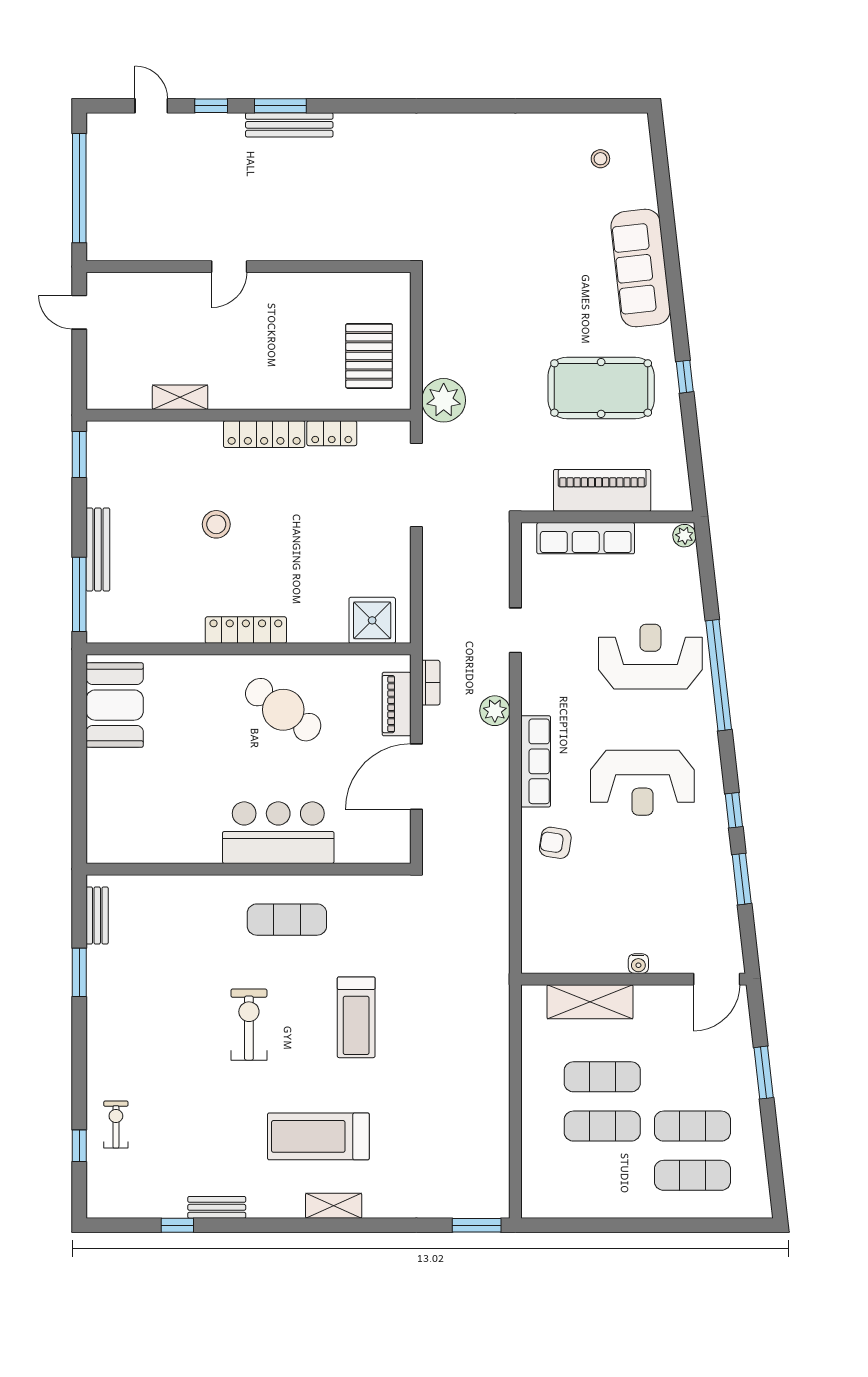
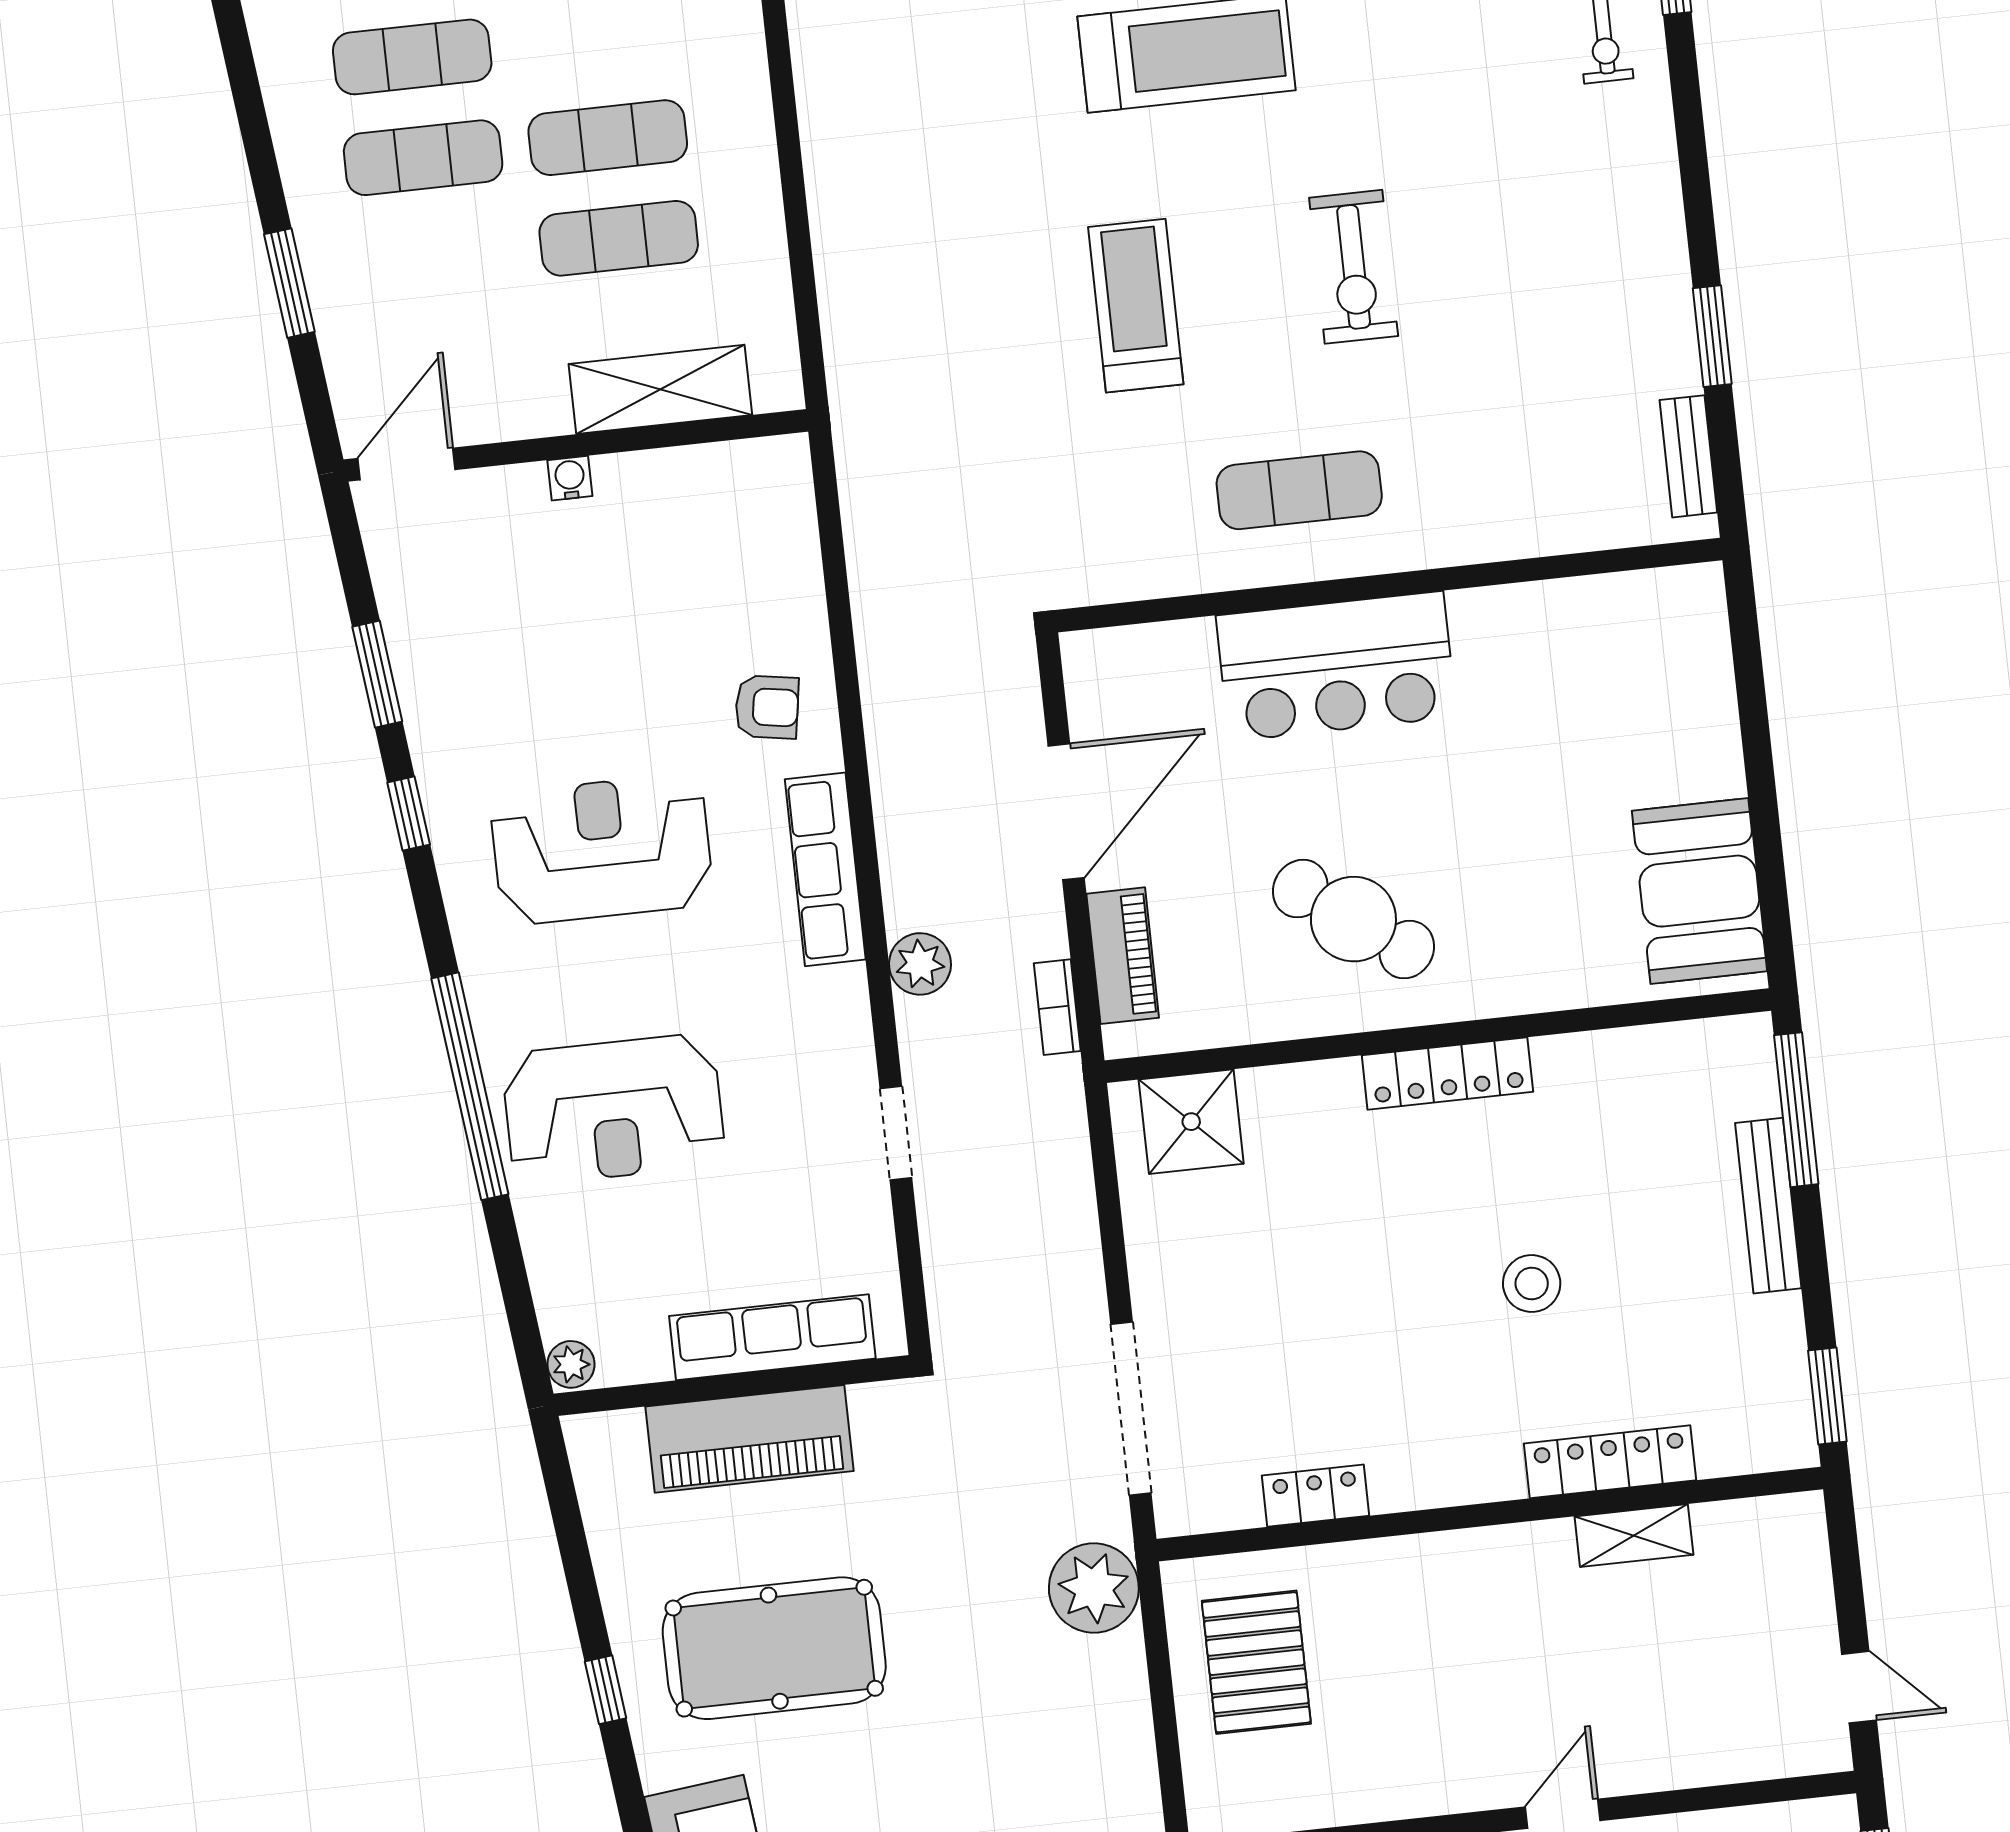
locker: (264, 434) -> (1610, 1462), moved

